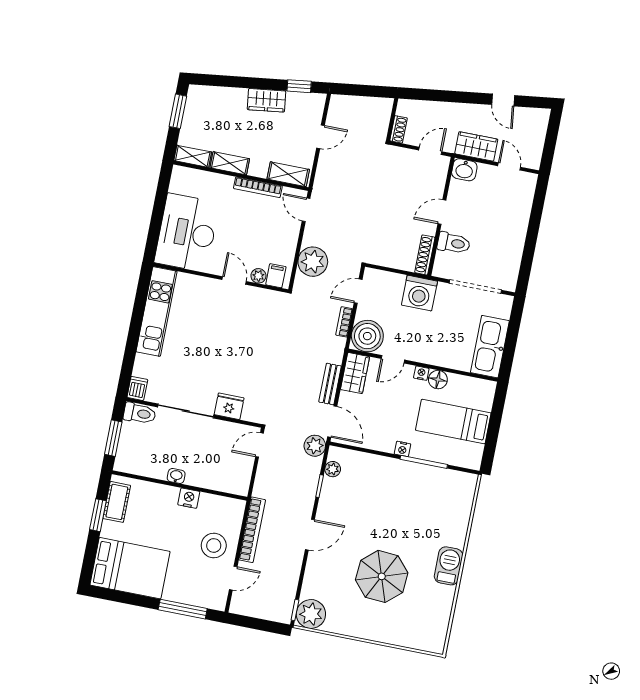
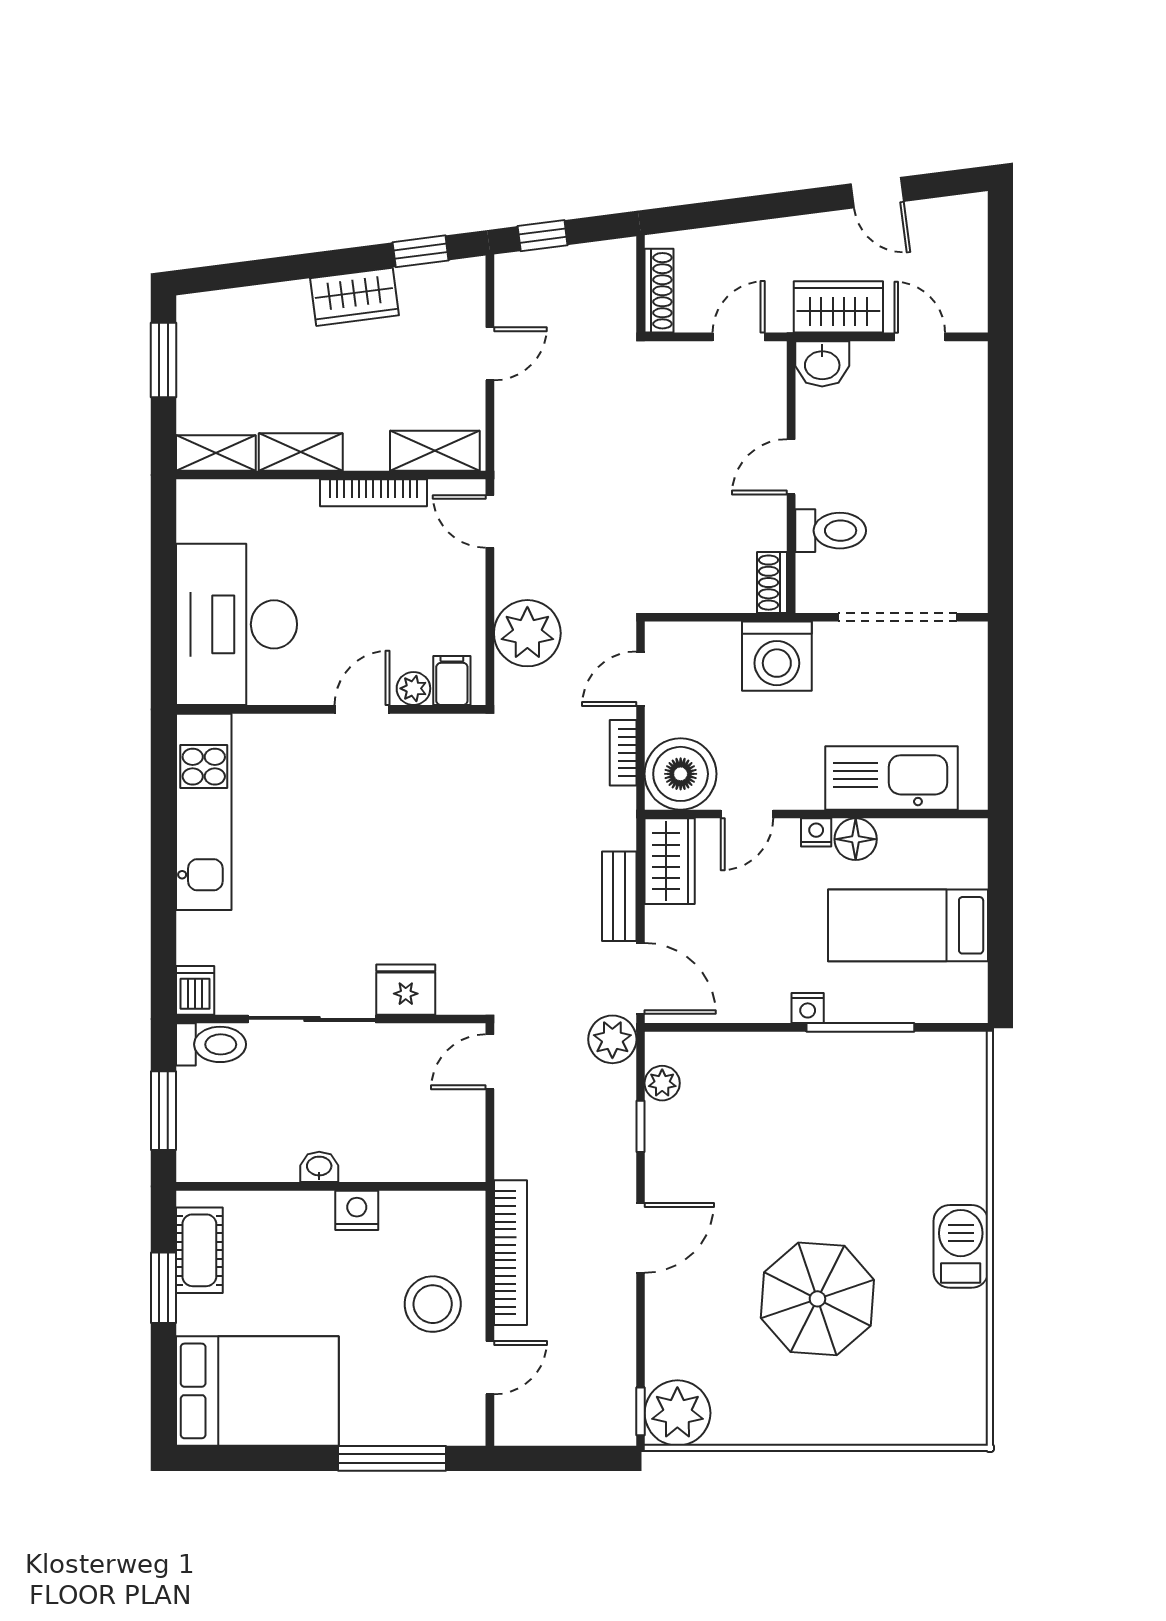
window: (354, 90) -> (543, 236), added
shoe rack: (398, 129) -> (659, 291), width x1.43
shoe rack: (425, 255) -> (772, 583), width x0.70
door: (234, 280) -> (362, 709), hinge flipped
kitchen sink: (490, 347) -> (892, 778), moved, turned 90

